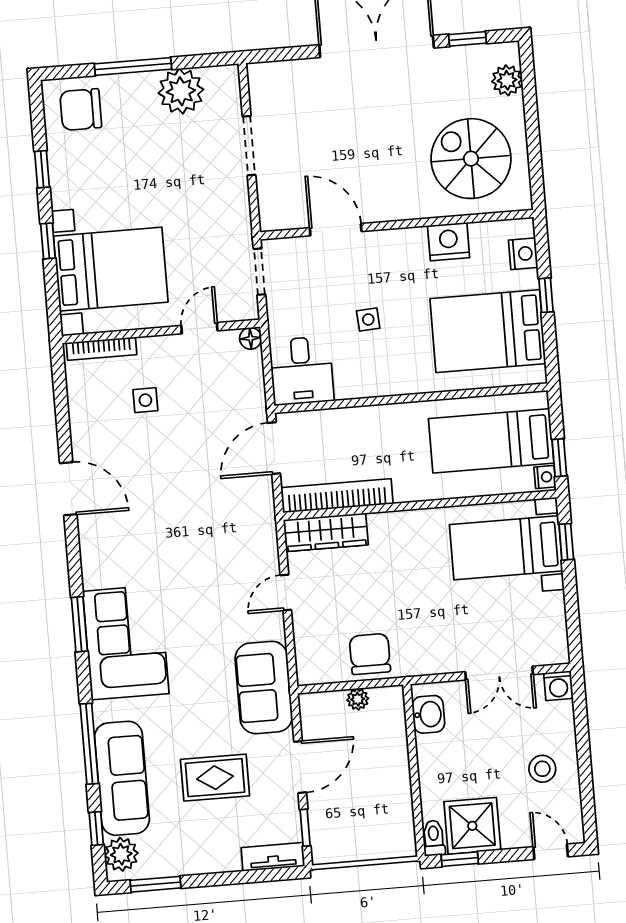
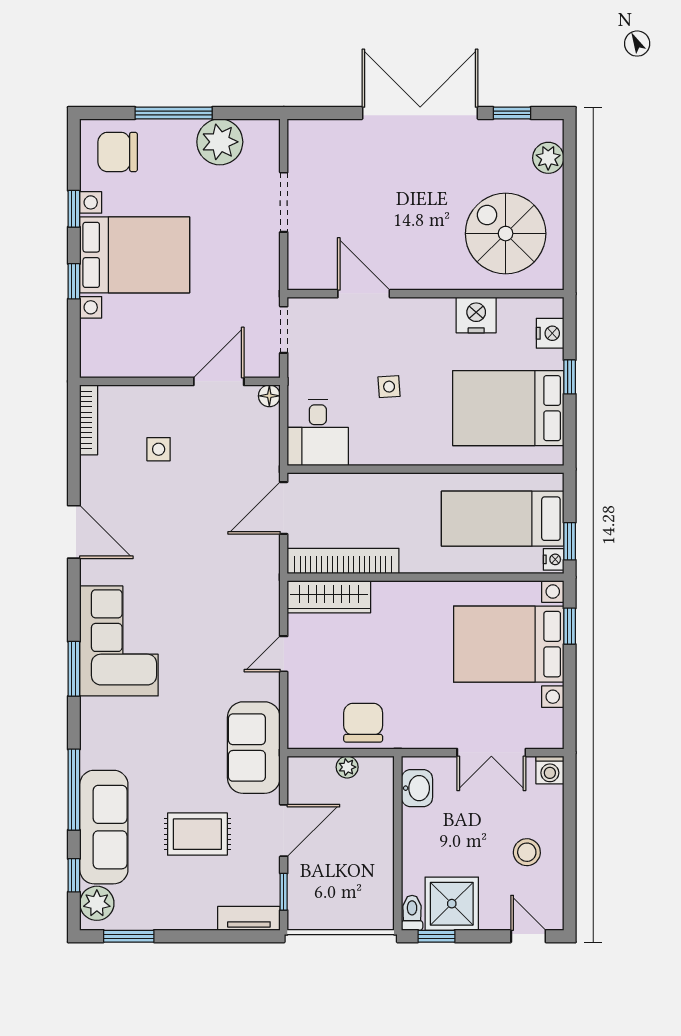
bed with nightstands: (111, 269) -> (135, 255), moved
door: (199, 328) -> (219, 381), width x1.38
bookcase: (101, 349) -> (89, 420), moved, turned -90
bed with nightstands: (506, 548) -> (509, 644), width x1.36
corner sofa: (126, 642) -> (119, 641), moved

